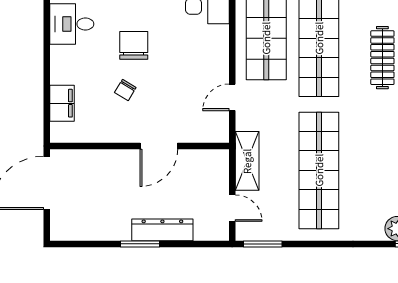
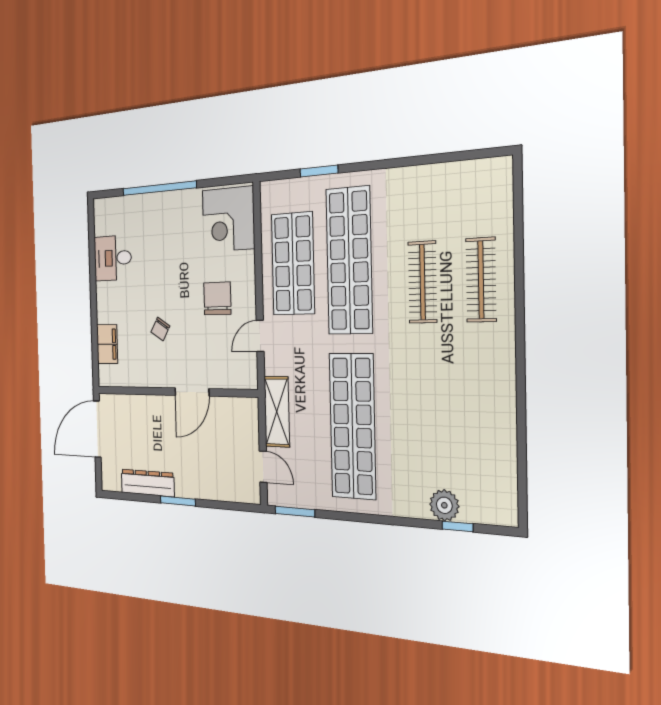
chair: (134, 45) -> (217, 298), moved
dresser: (162, 230) -> (147, 483), moved

